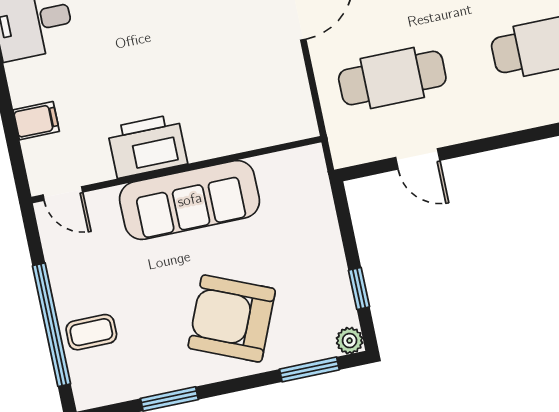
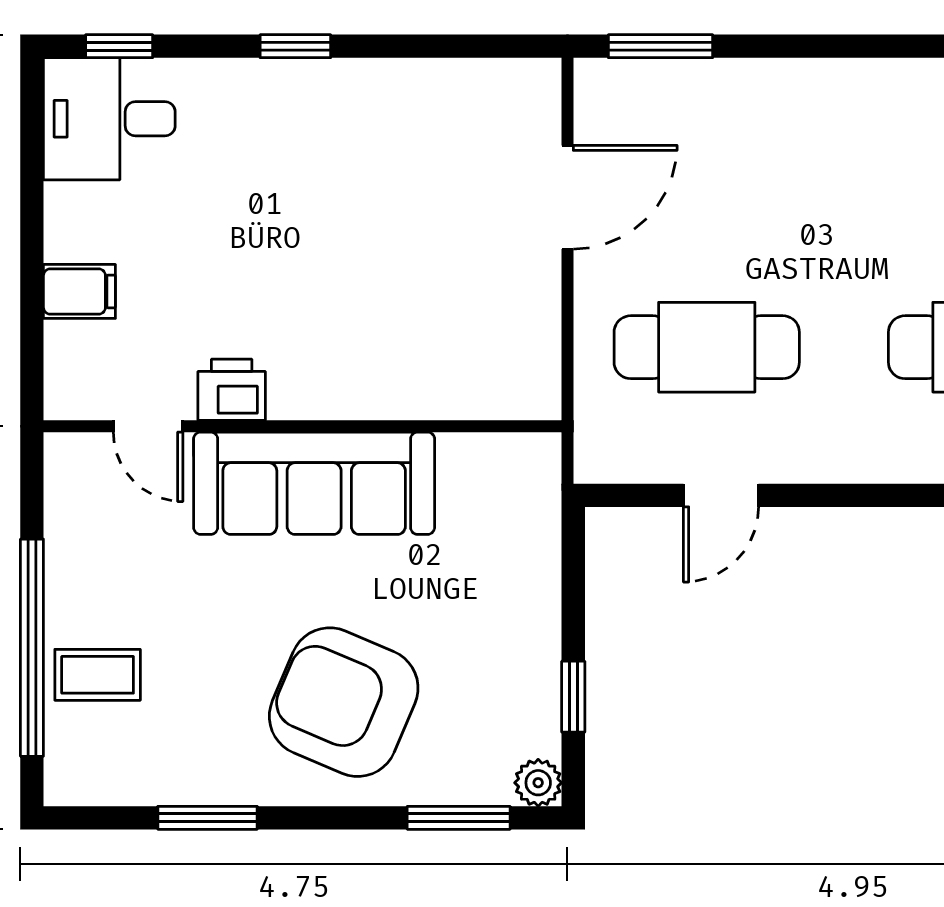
printer: (147, 146) -> (232, 390), width x0.53, depth x0.68
door: (418, 159) -> (721, 495), hinge flipped
door: (63, 193) -> (148, 426), moved

